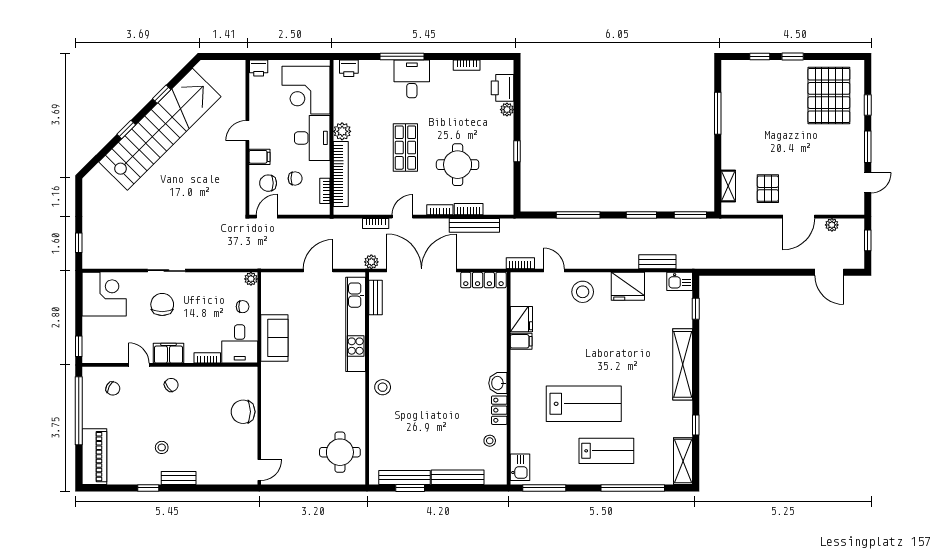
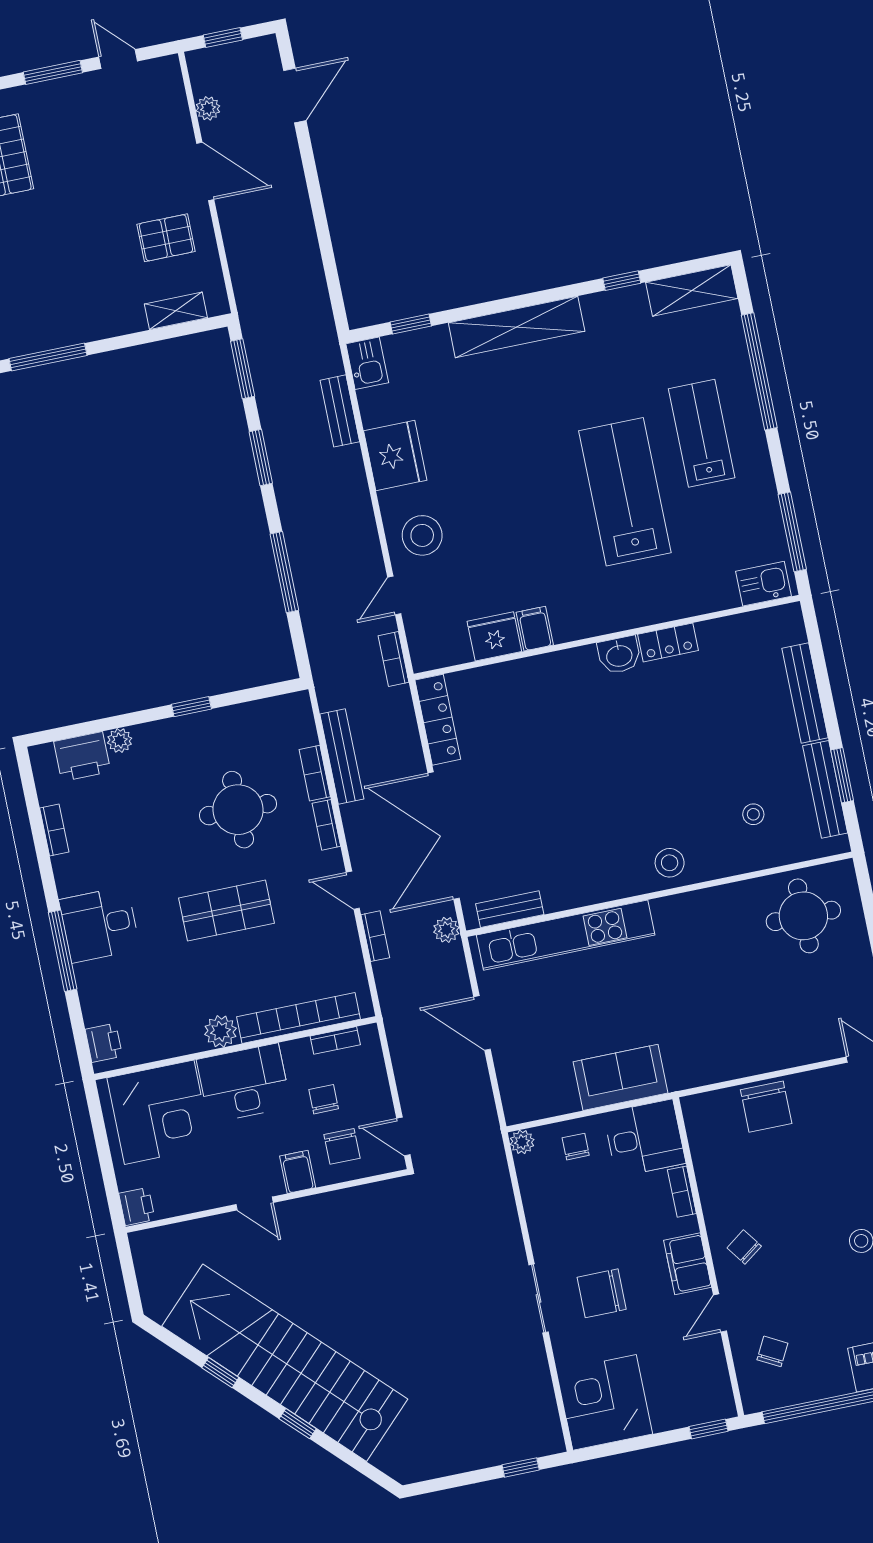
stool: (490, 441) -> (753, 814), moved

